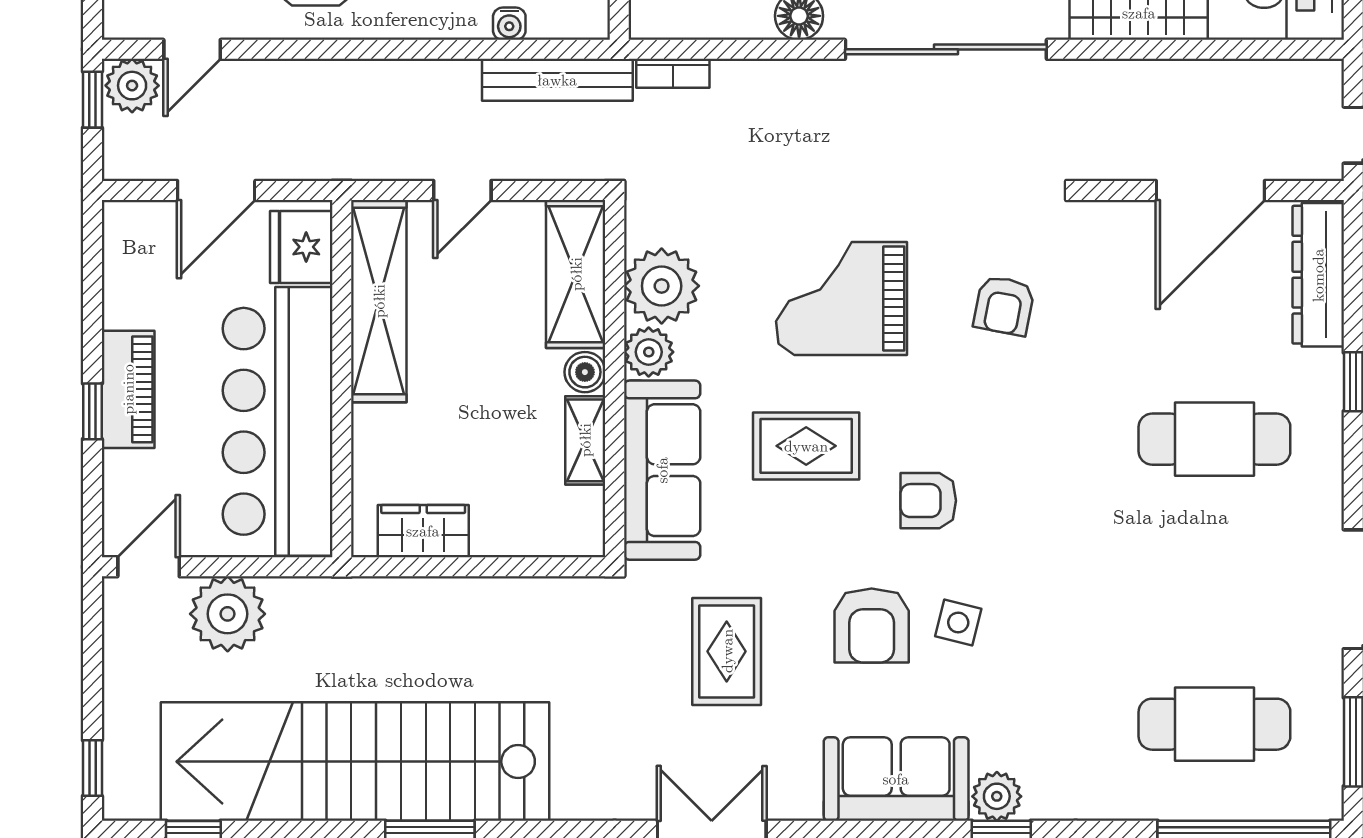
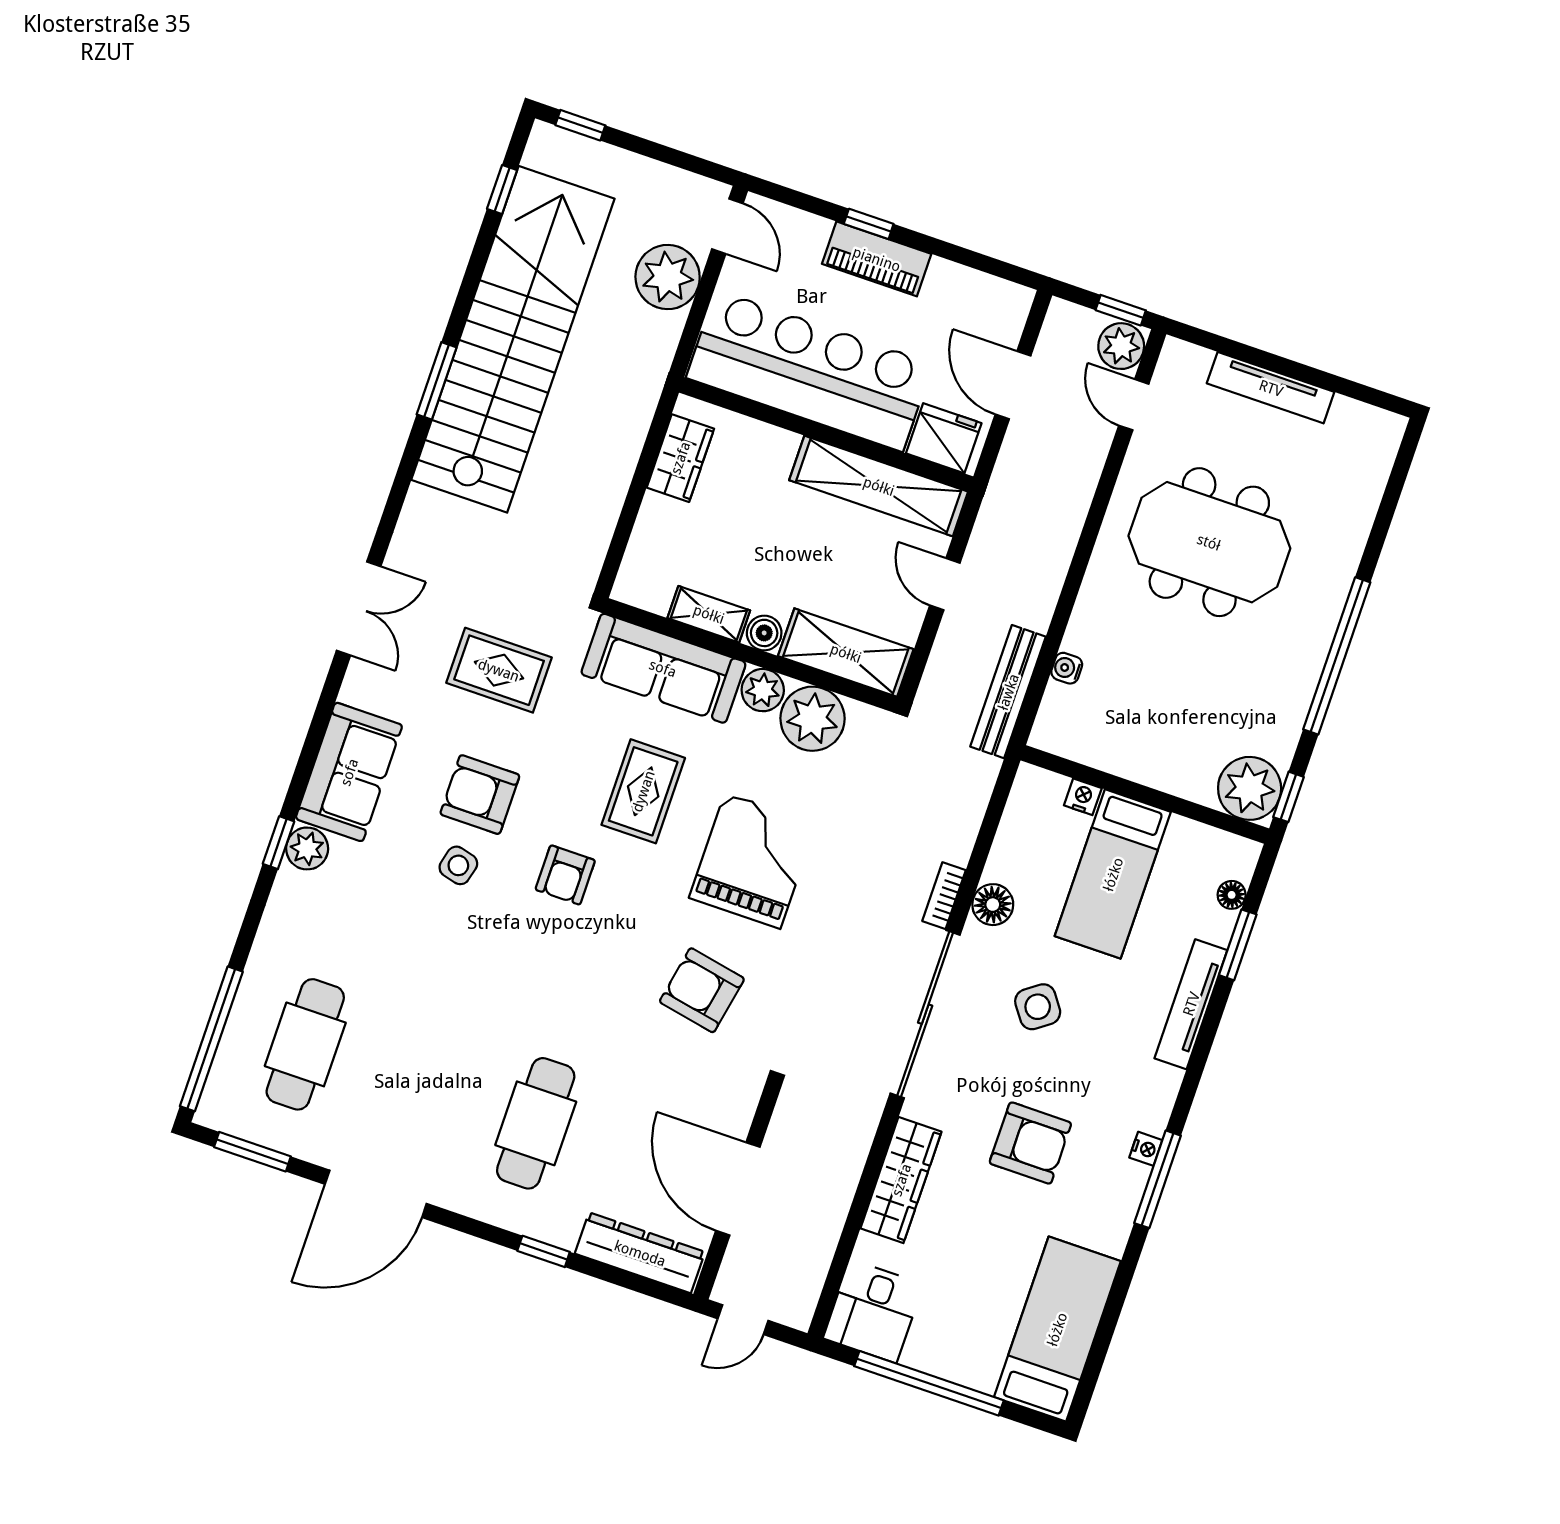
bookcase: (673, 73) -> (944, 896), moved
armchair: (1004, 306) -> (702, 990), width x1.38, depth x1.38
armchair: (928, 501) -> (565, 875), turned 180

